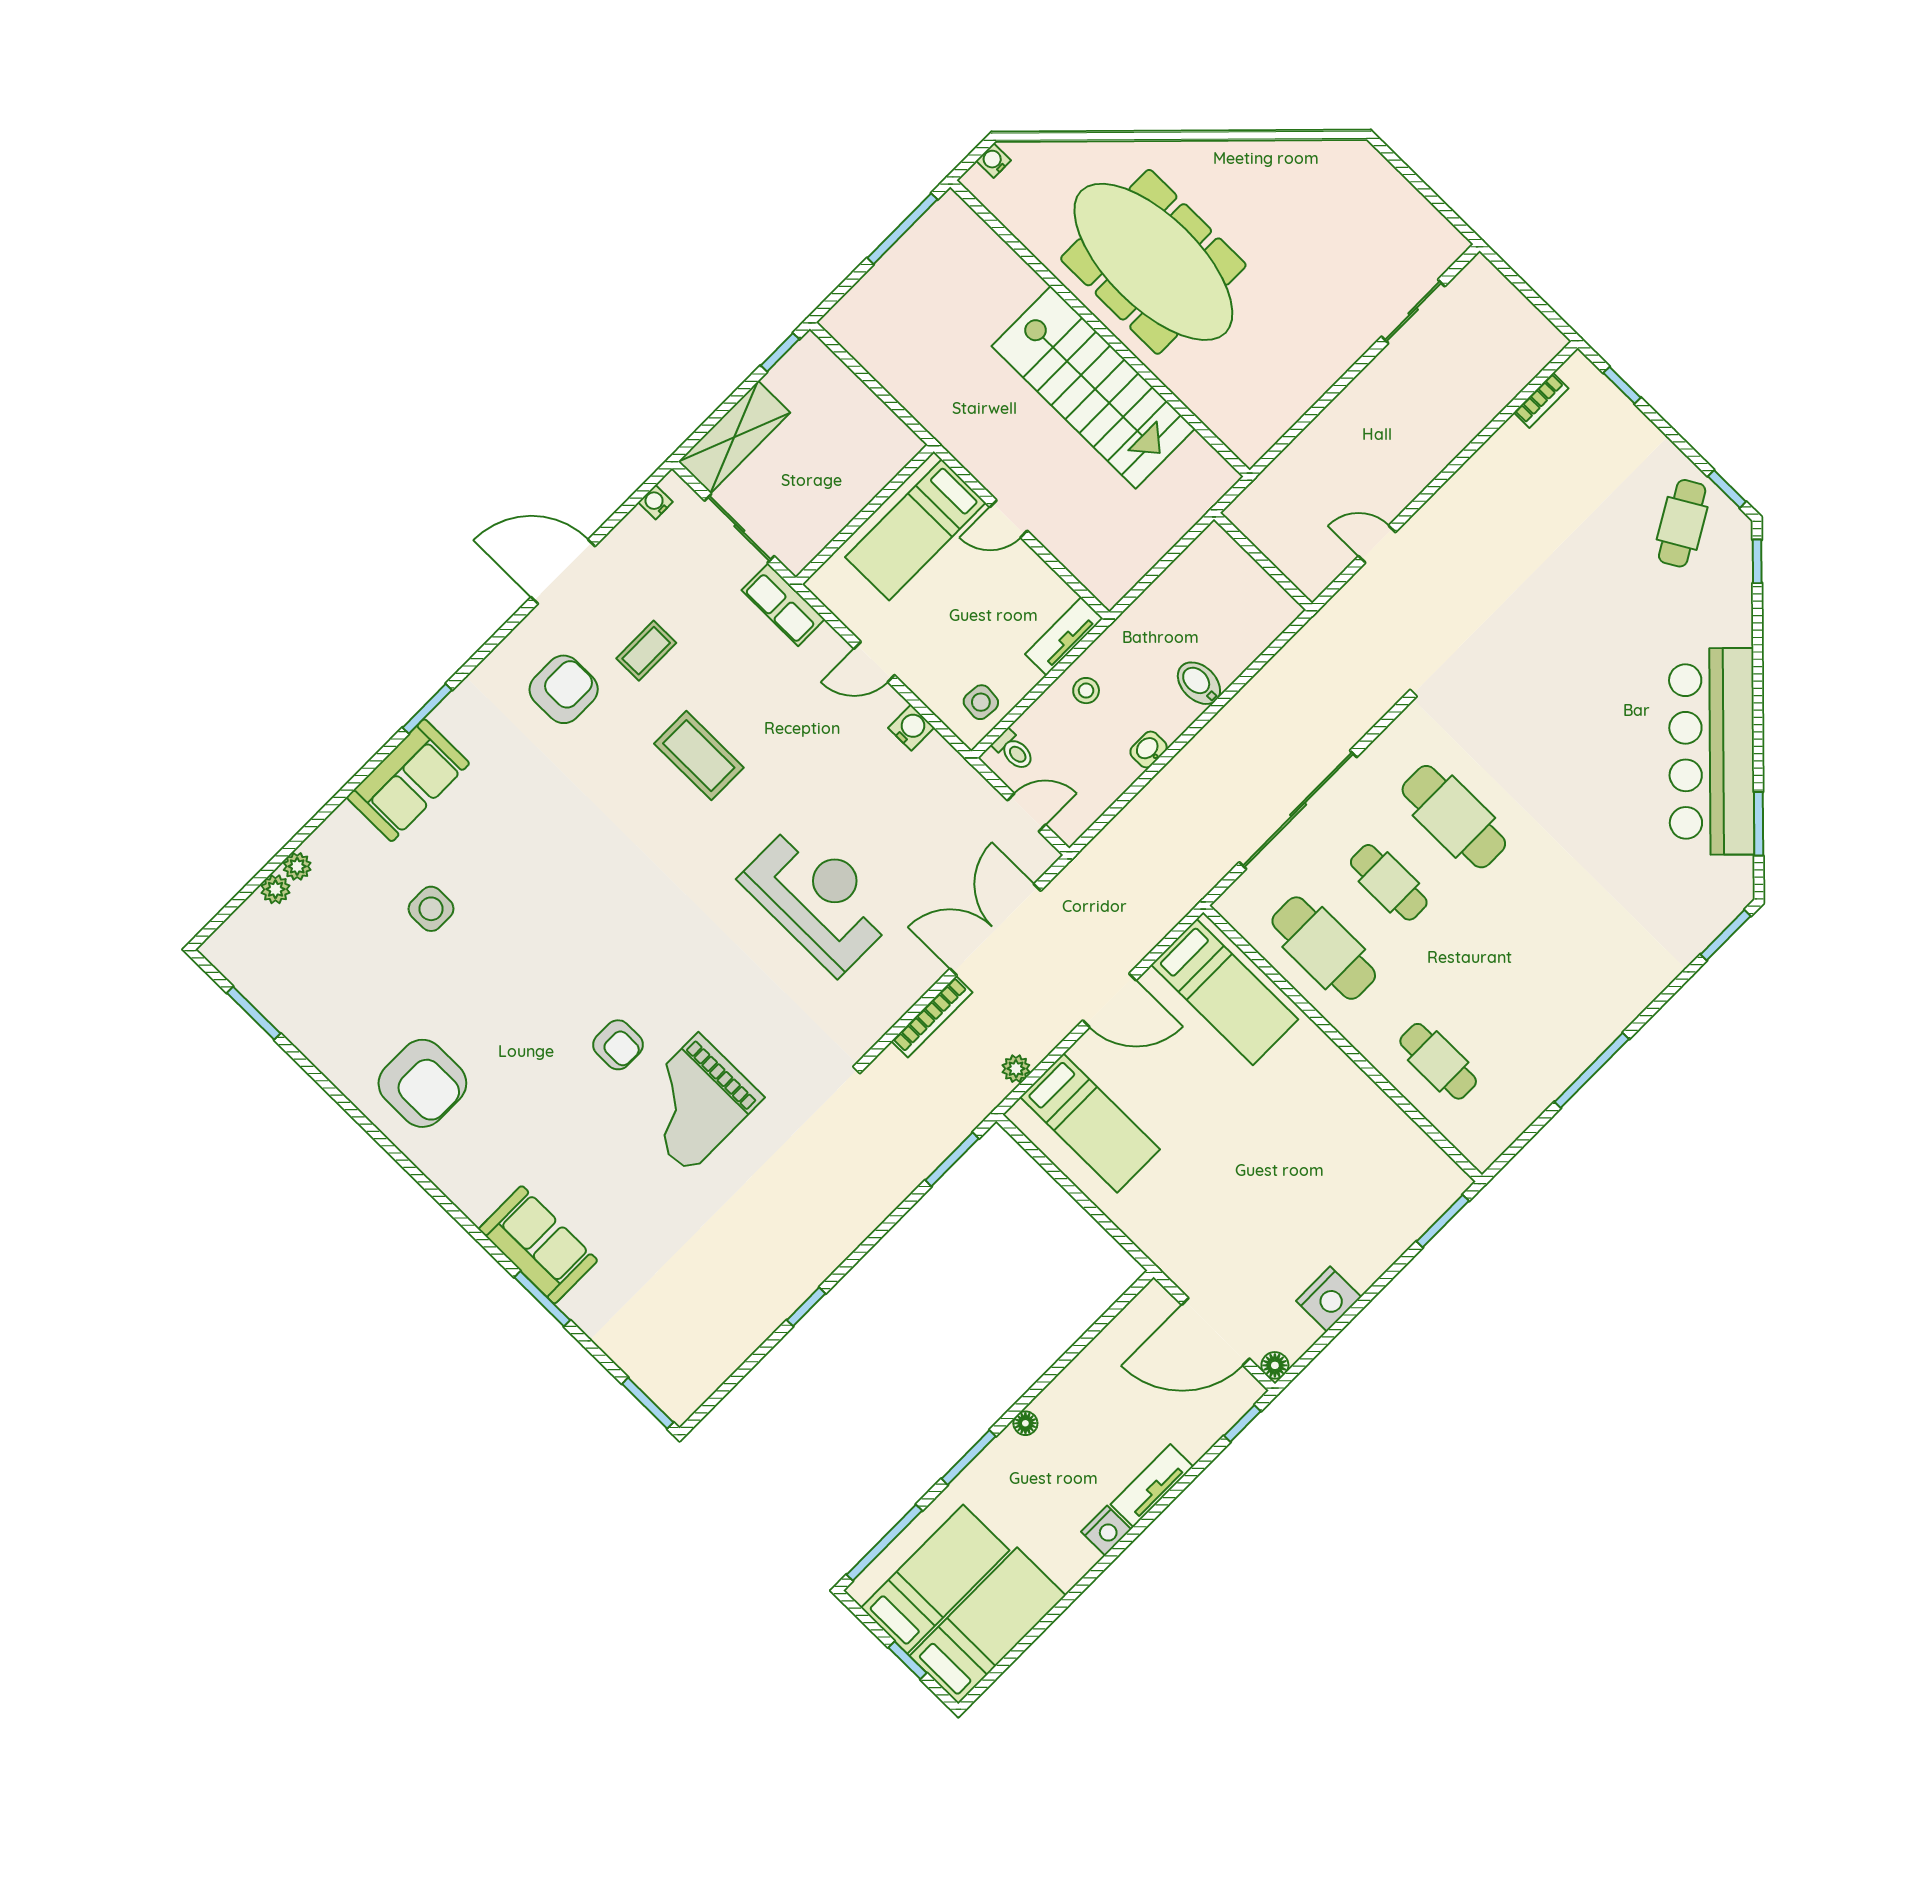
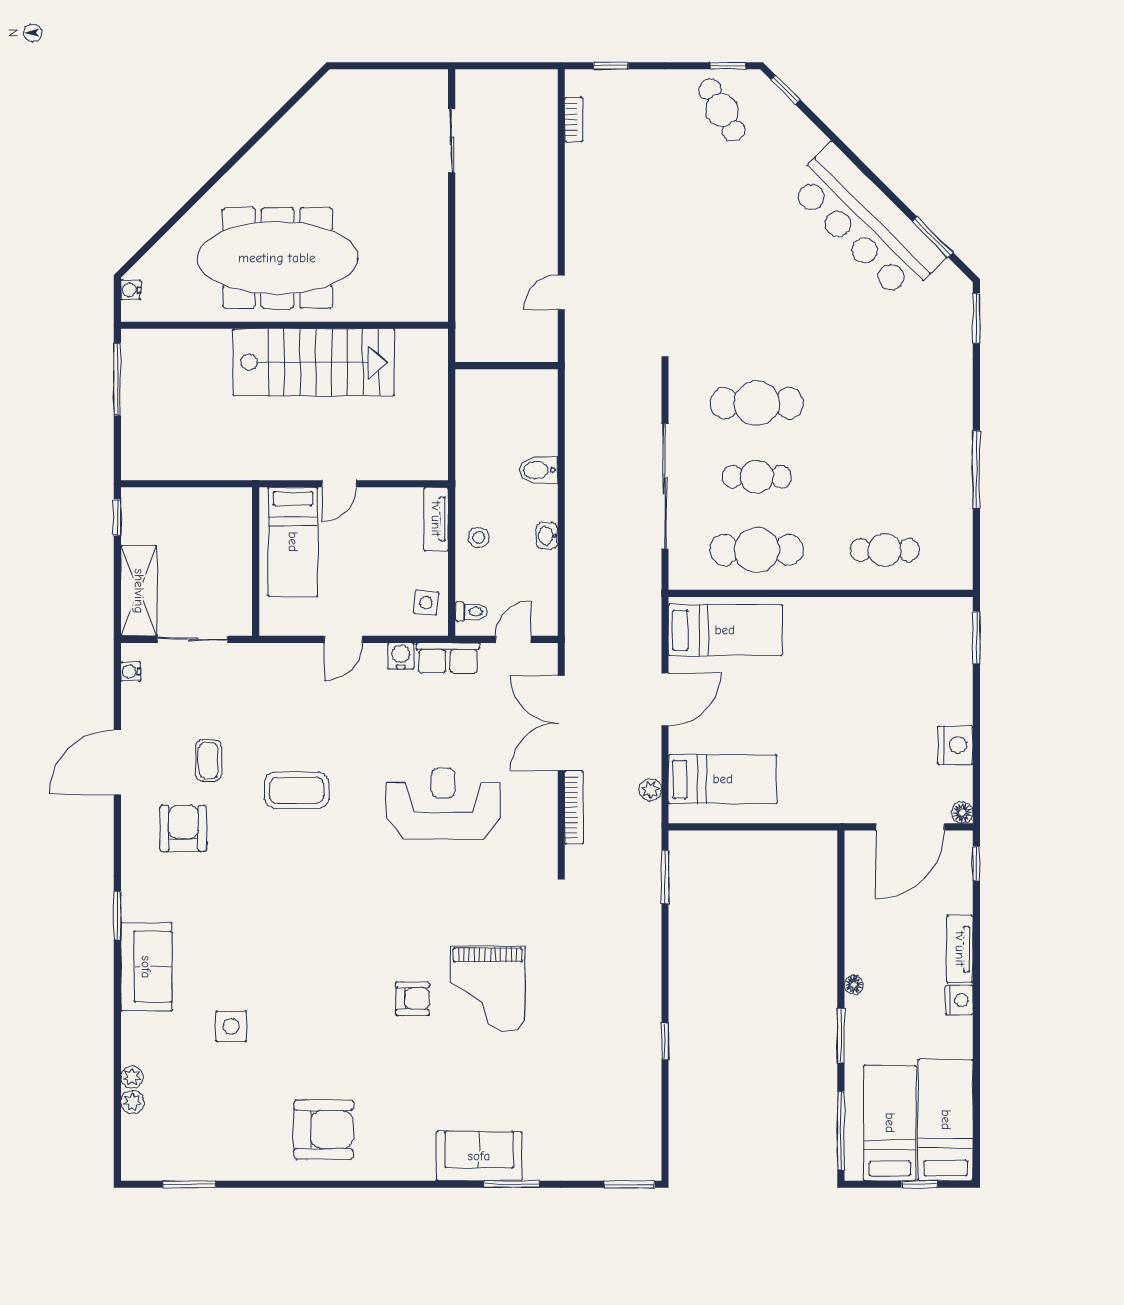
row of seats: (783, 605) -> (448, 658), moved

